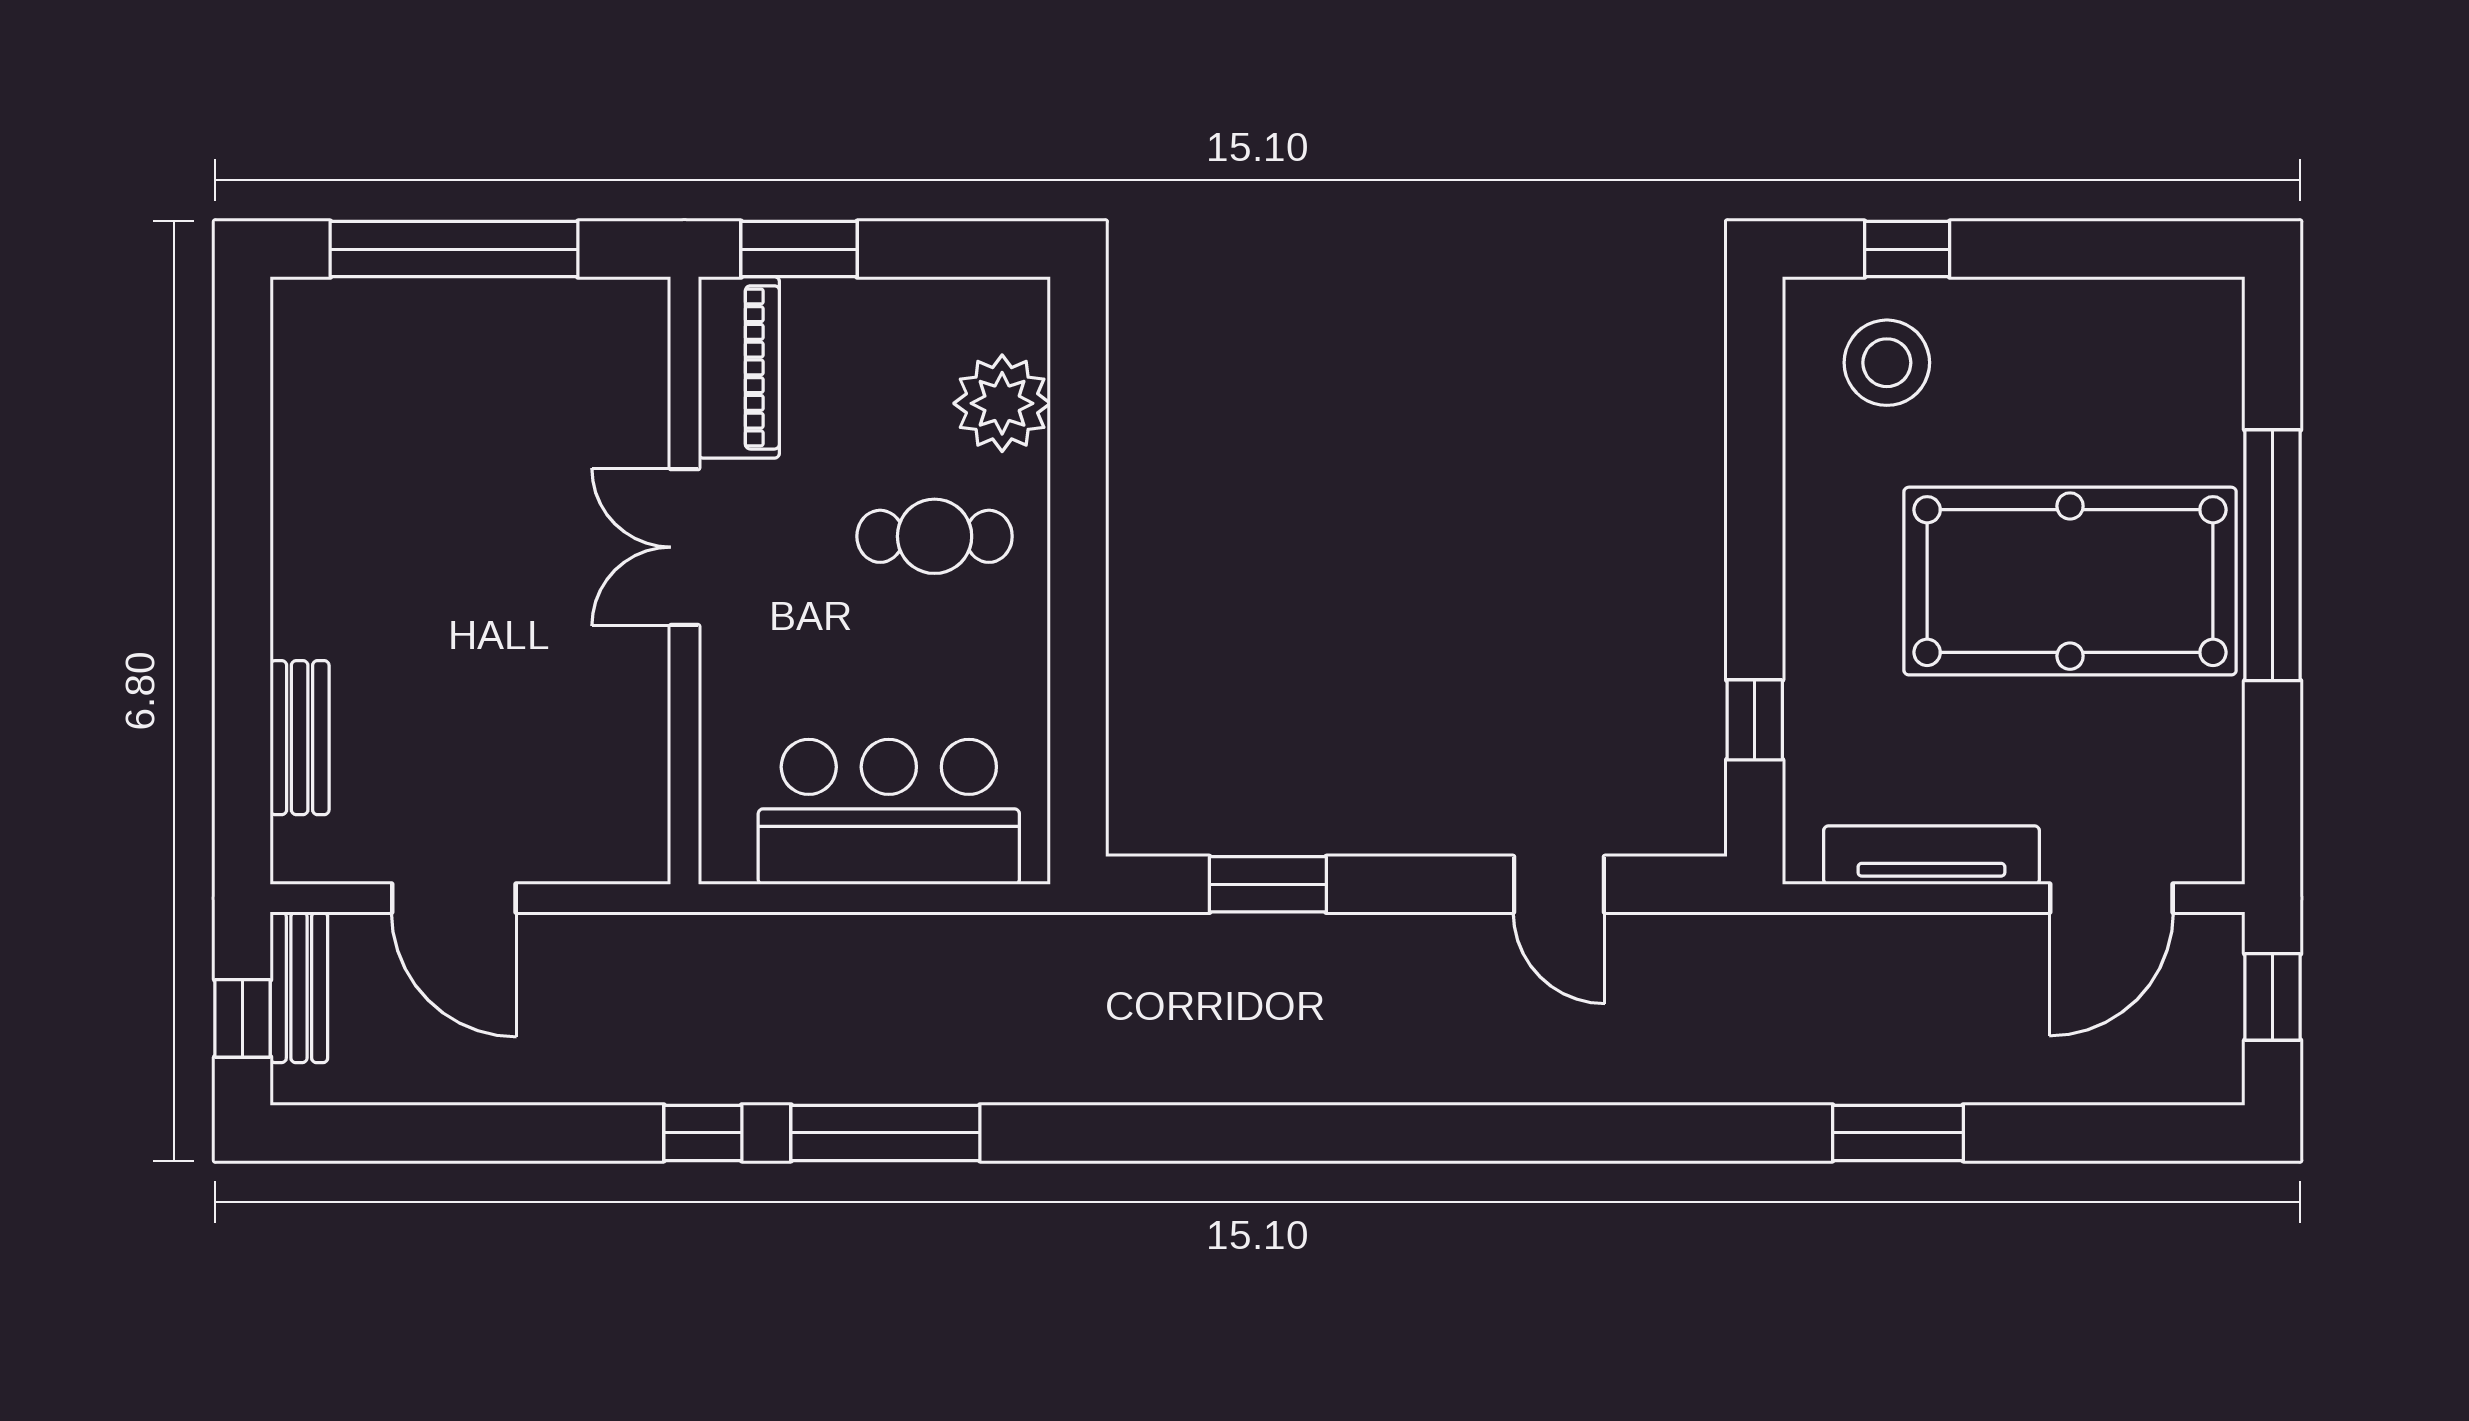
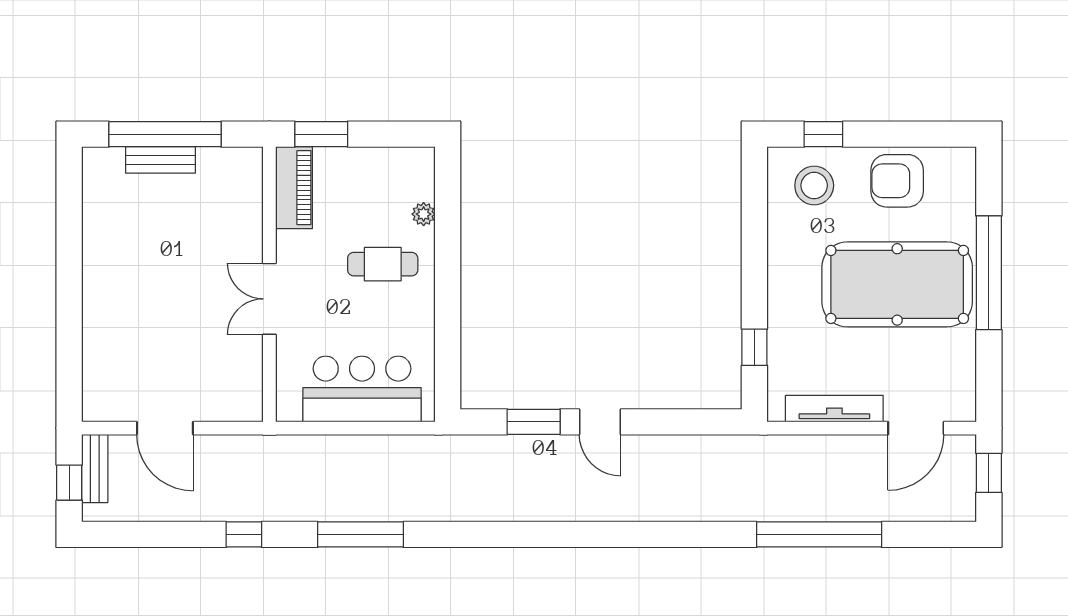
armchair: (2070, 352) -> (897, 181), added
plant: (1002, 403) -> (424, 214), width x0.53, depth x0.53
double door: (684, 547) -> (269, 299), moved
bench: (300, 738) -> (160, 160), moved, turned 90
door: (1559, 884) -> (600, 422), moved
window: (703, 1133) -> (244, 534), moved
window: (1898, 1133) -> (819, 534), width x2.11

